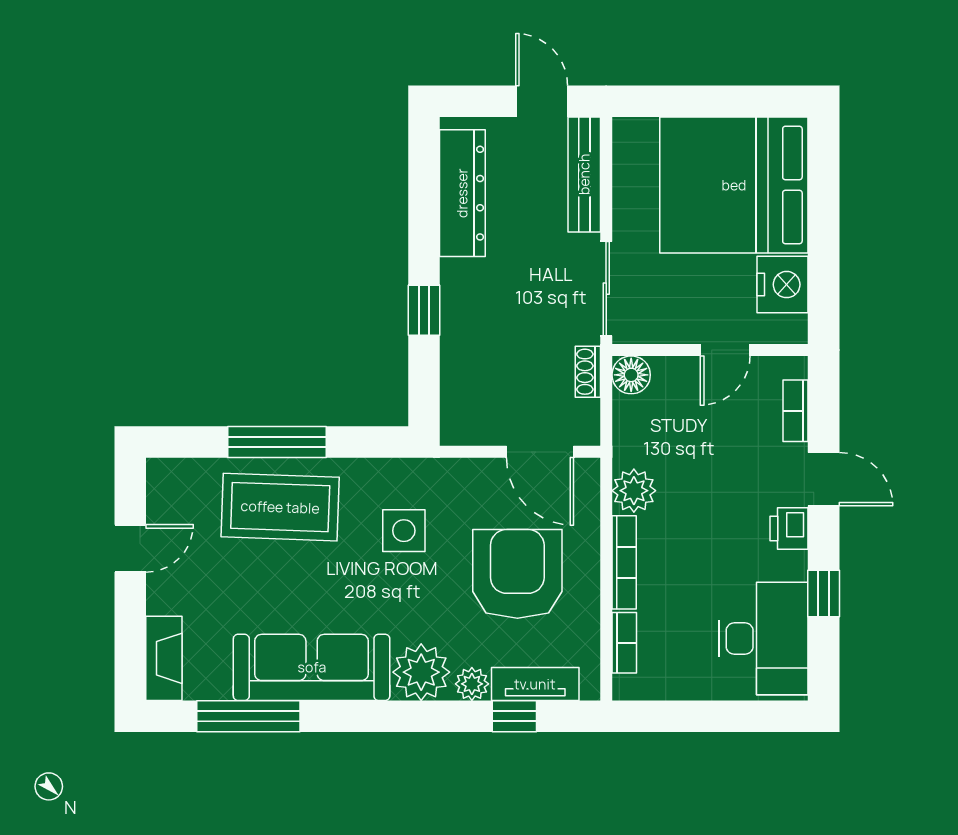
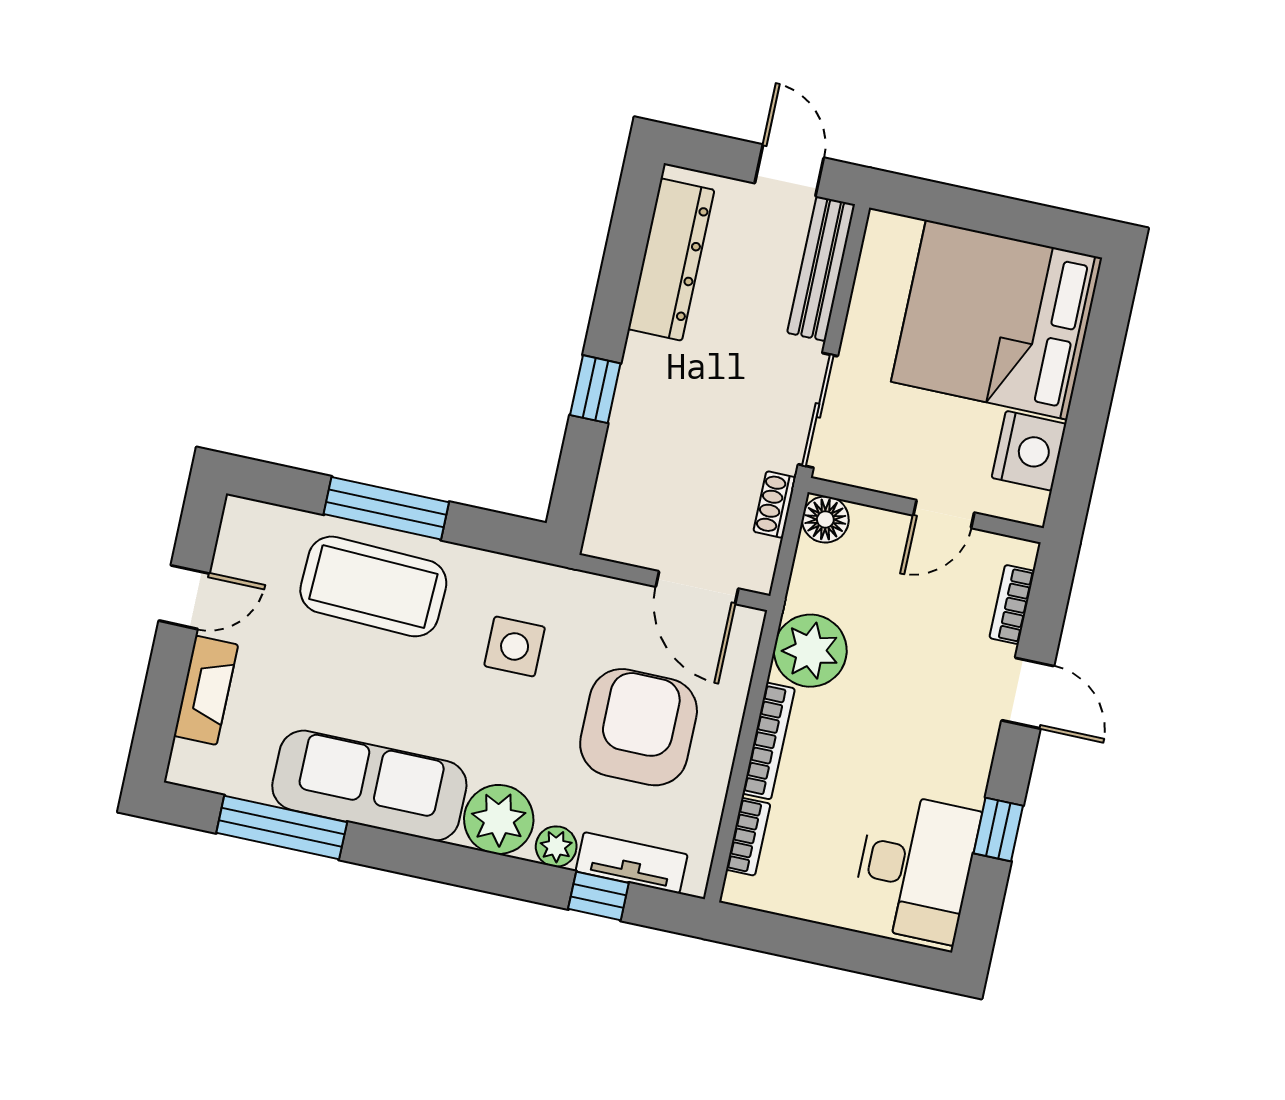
plant: (634, 491) -> (810, 651), width x1.36, depth x1.36
printer: (789, 528) -> (974, 743), removed
fireplace: (164, 658) -> (206, 690), moved

